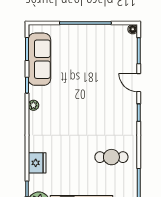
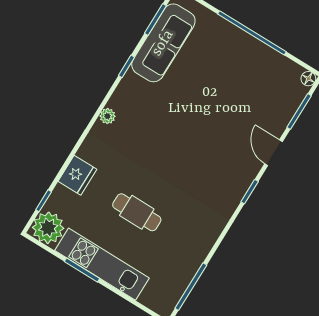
plant: (33, 105) -> (107, 116), moved
cafe table: (111, 157) -> (137, 212), moved

